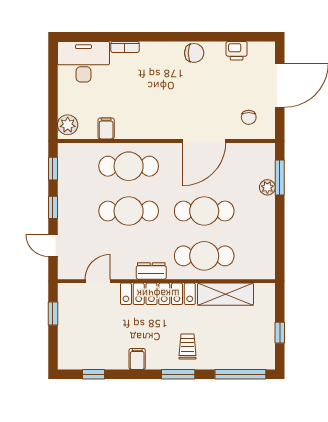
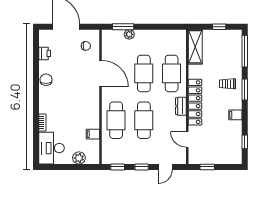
plant: (68, 125) -> (79, 158), moved
shelving: (226, 294) -> (195, 47), moved

